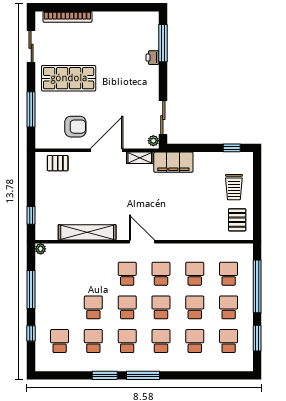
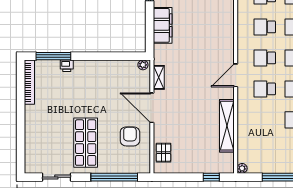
bookcase: (67, 17) -> (29, 82), moved
window: (31, 109) -> (114, 177), width x1.46
sliding door: (163, 118) -> (122, 56), removed
filing cabinet: (173, 162) -> (163, 25), moved

